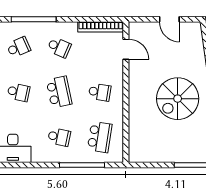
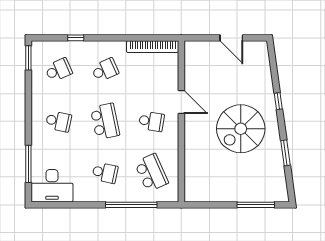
window: (34, 19) -> (76, 38), width x0.32
school desk: (59, 47) -> (105, 70), turned -48
door: (126, 49) -> (181, 102), moved
school desk: (100, 137) -> (151, 173), turned -33

